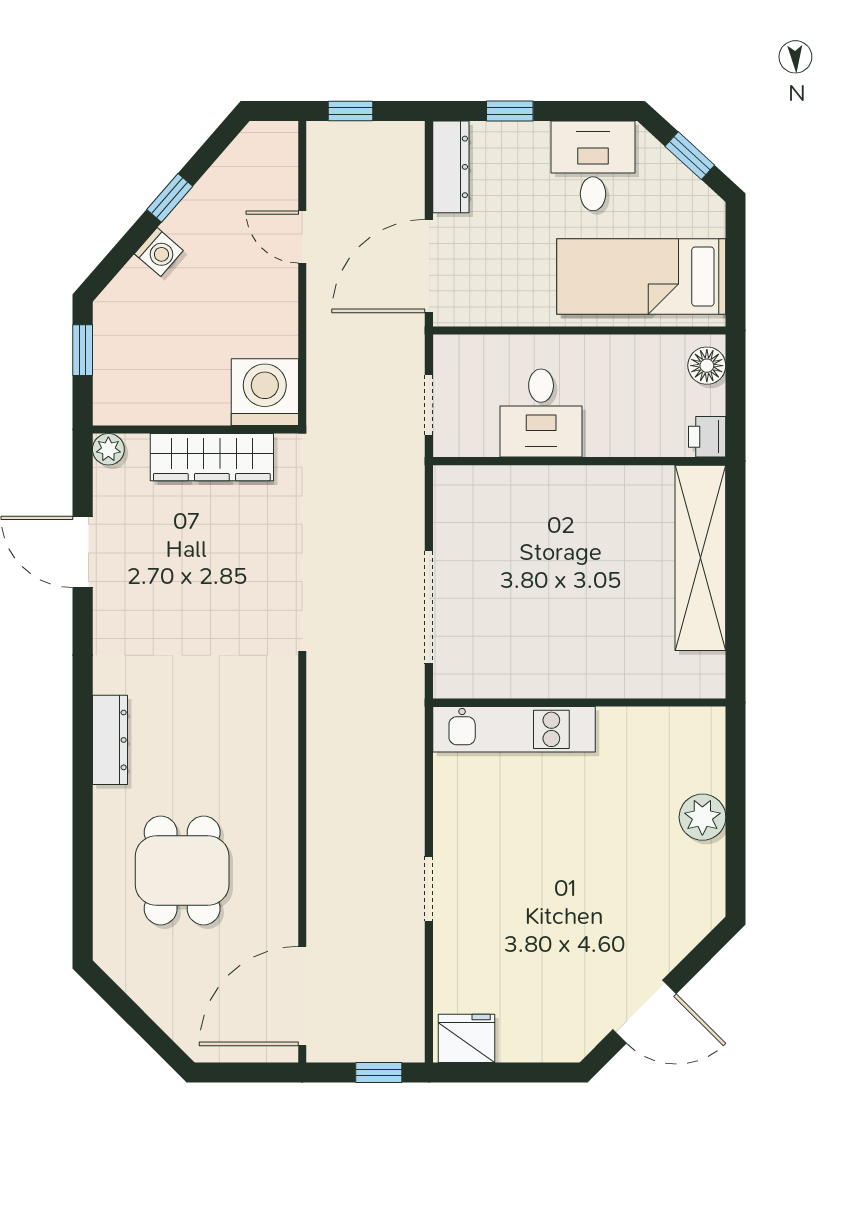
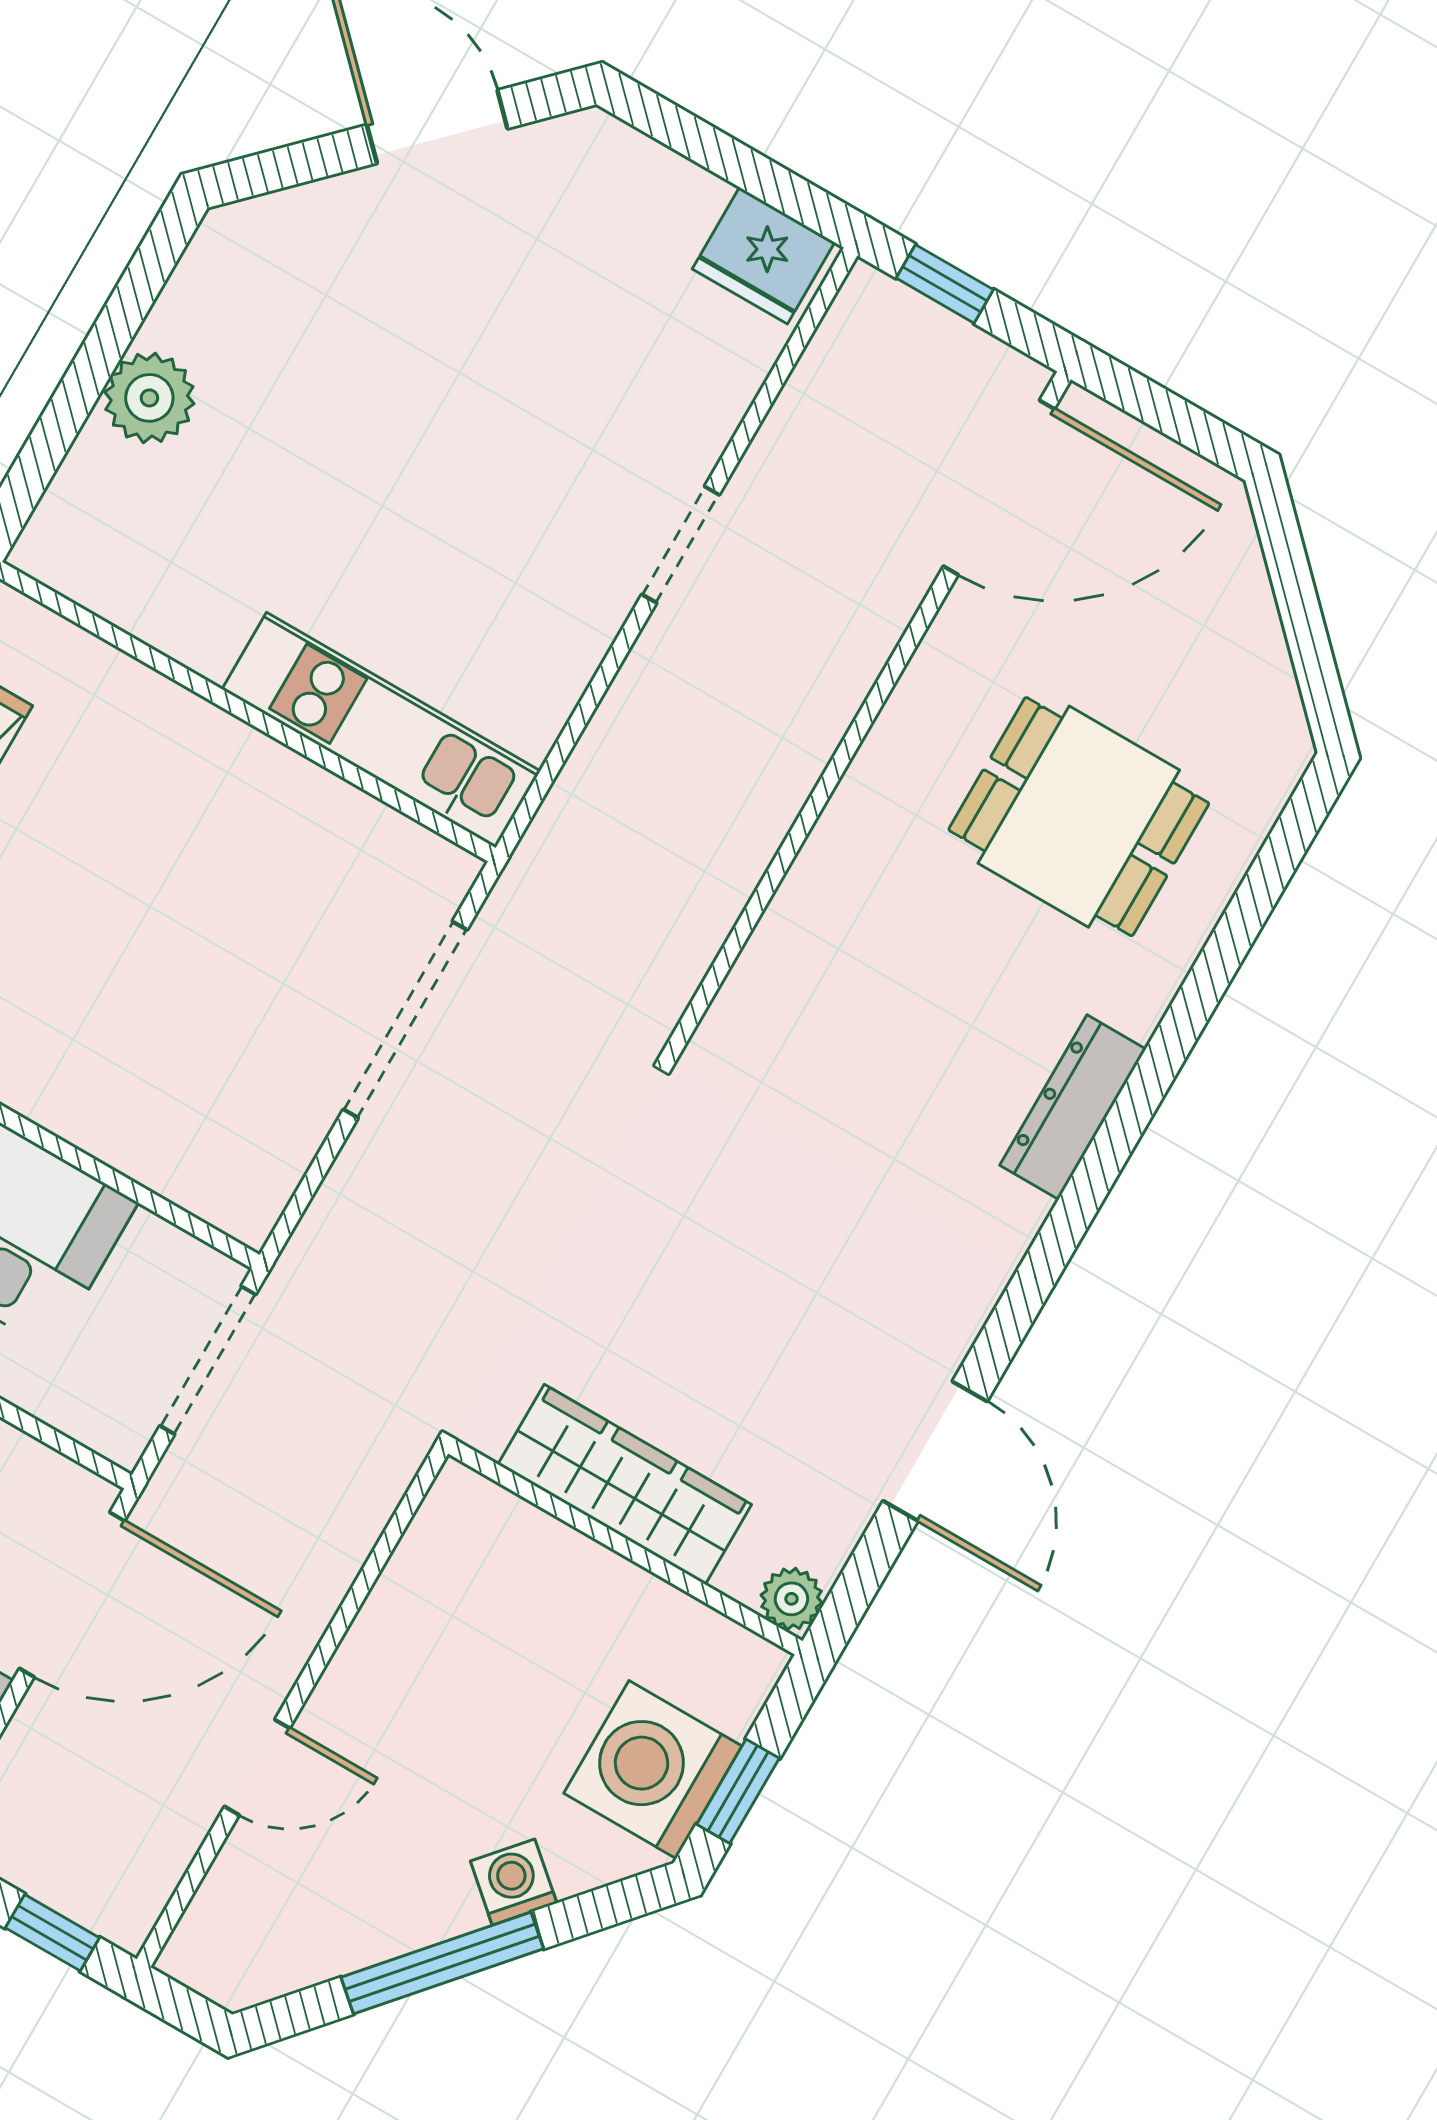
window: (170, 198) -> (442, 1963), width x2.17
door: (302, 237) -> (257, 1767), hinge flipped
washing machine: (265, 392) -> (653, 1770), moved, turned 90
doorway: (429, 405) -> (208, 1360), width x1.38
dining table: (182, 870) -> (1079, 817), turned 90

